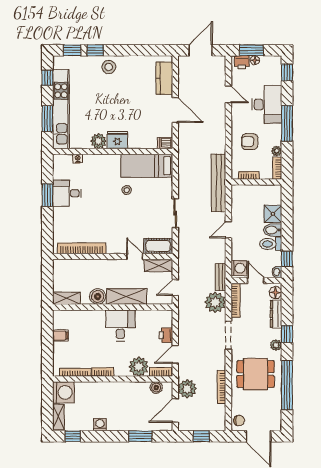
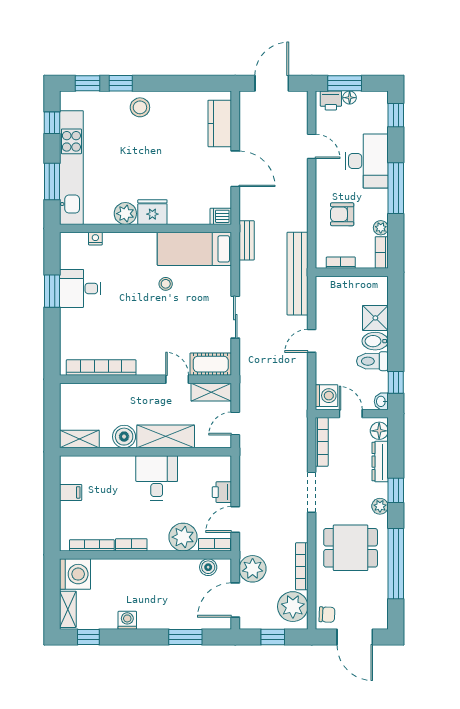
bench: (221, 277) -> (247, 240), moved
plant: (215, 302) -> (293, 607), moved

